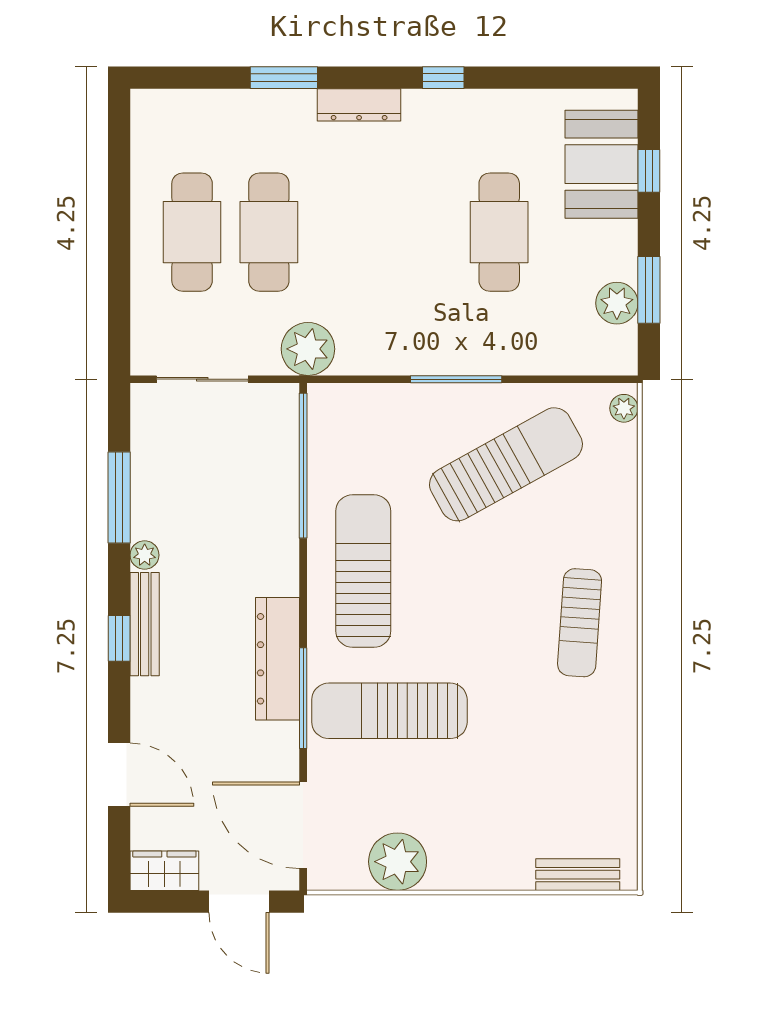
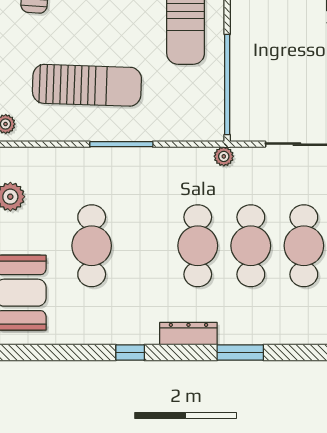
cafe table: (346, 232) -> (198, 246), added
plant: (308, 349) -> (224, 156), width x0.53, depth x0.53
sun lounger: (506, 464) -> (87, 85), turned -149

